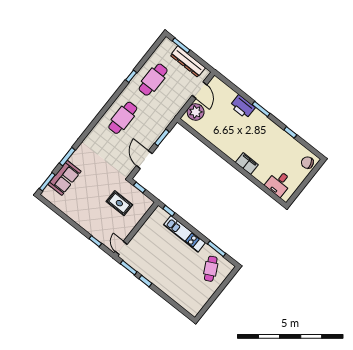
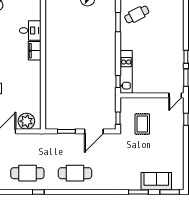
desk: (279, 183) -> (30, 30), moved
kitchen unit: (184, 234) -> (126, 72), moved

